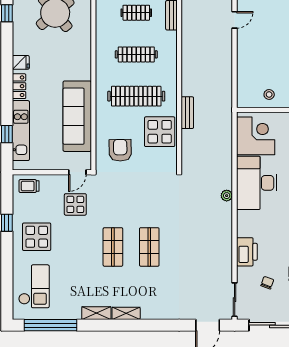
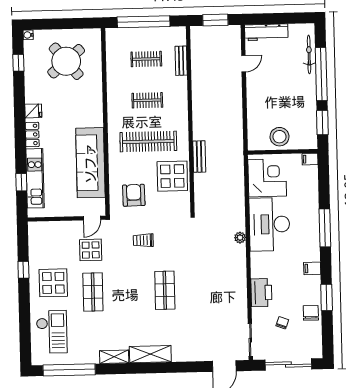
clothes rail: (136, 54) -> (147, 100), width x0.73
stool: (269, 94) -> (279, 137), width x1.89, depth x1.89
trolley: (29, 186) -> (143, 240), moved
shop shelf: (113, 247) -> (93, 292), moved
shelving: (126, 313) -> (150, 354), width x1.50, depth x1.33

